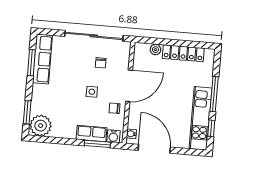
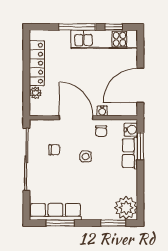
water cooler: (131, 134) -> (102, 111), moved

